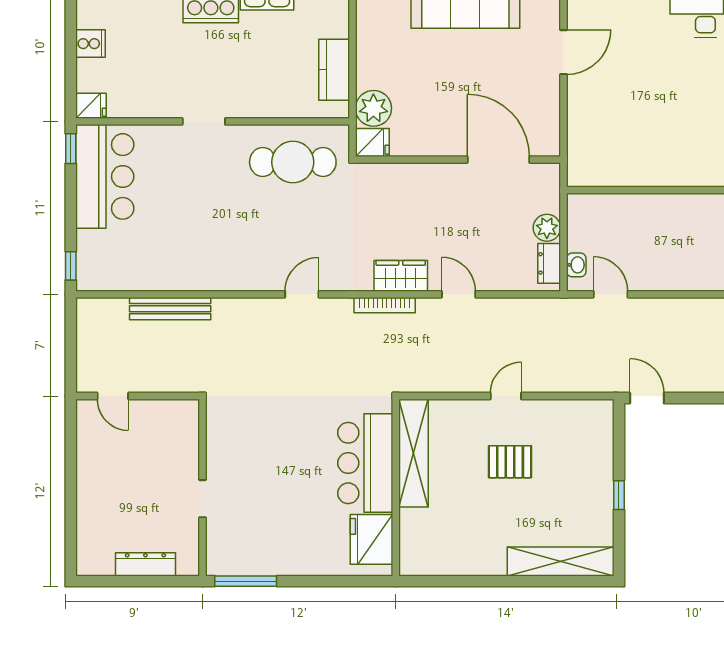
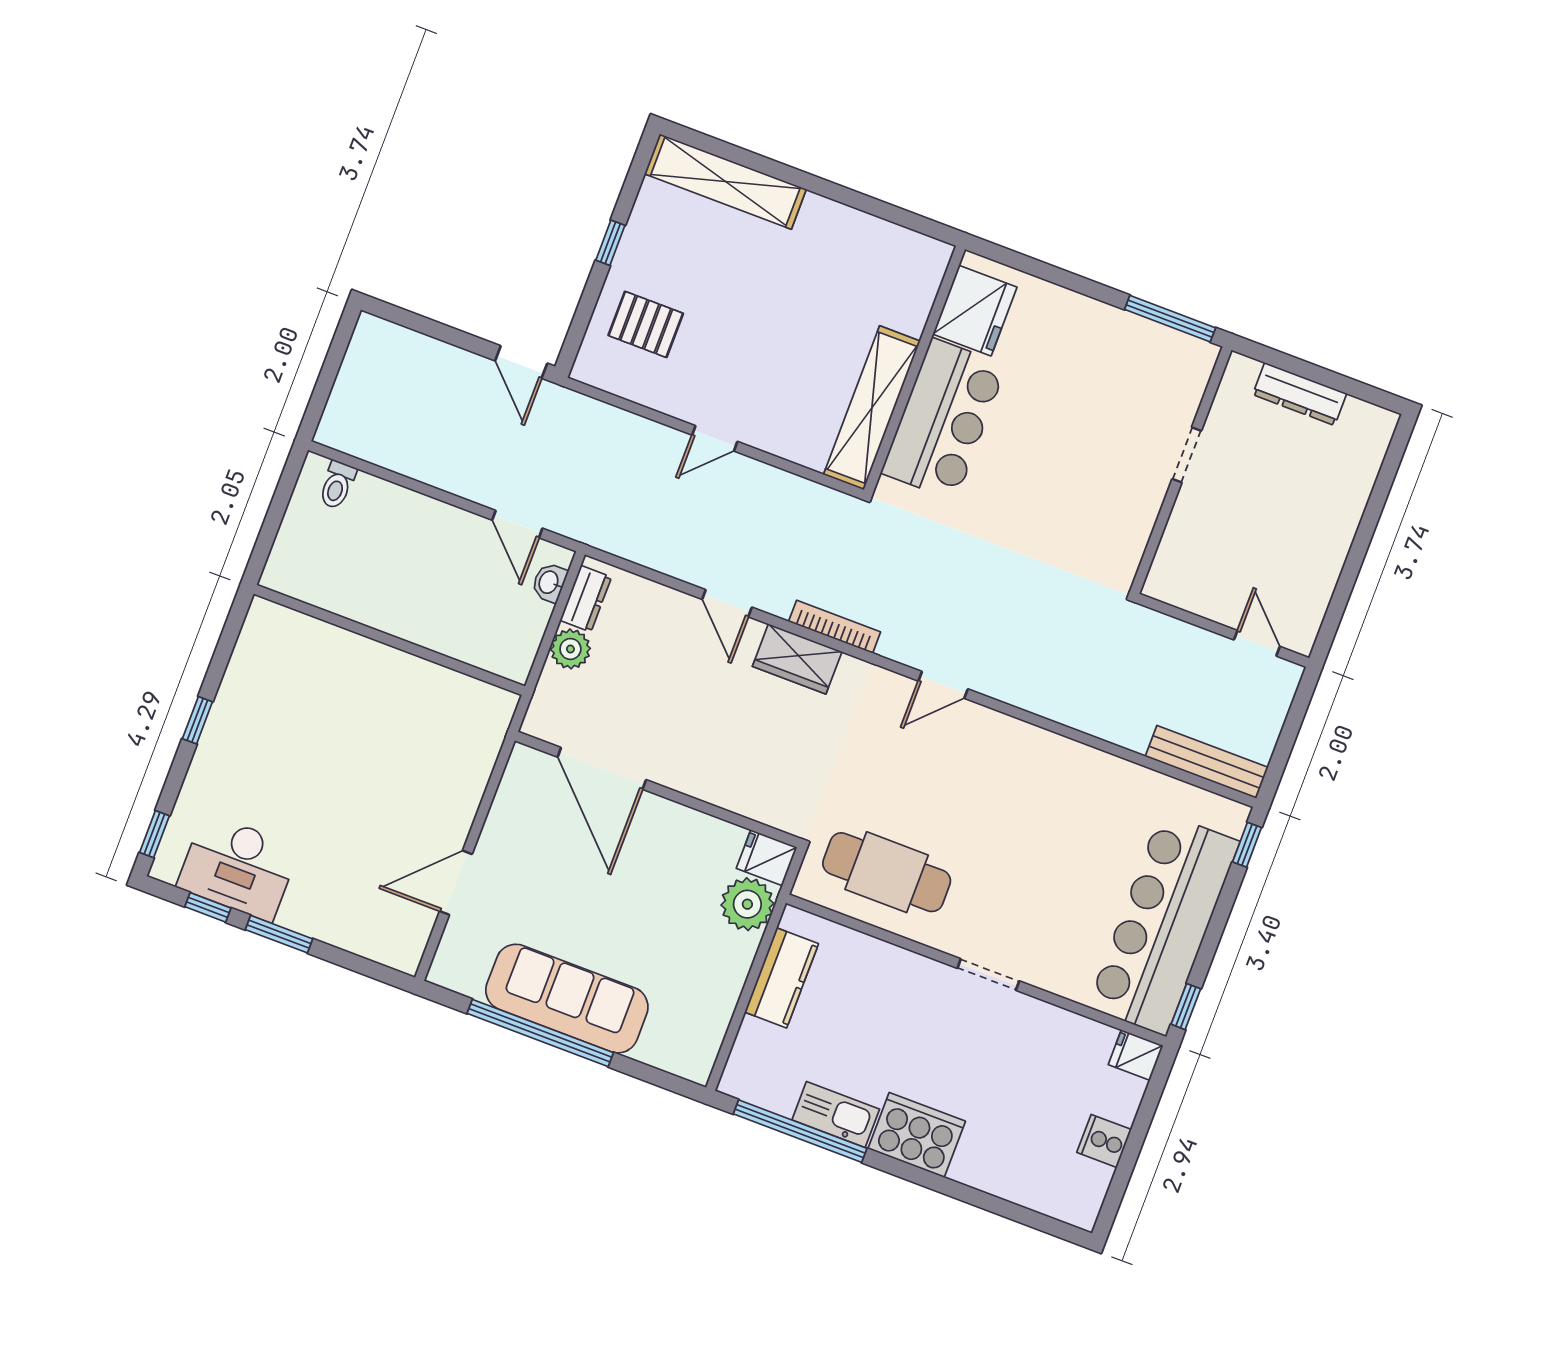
bar counter: (105, 176) -> (1163, 924), width x1.36
bench: (170, 309) -> (1207, 762), moved
pallet: (510, 462) -> (646, 324), moved

